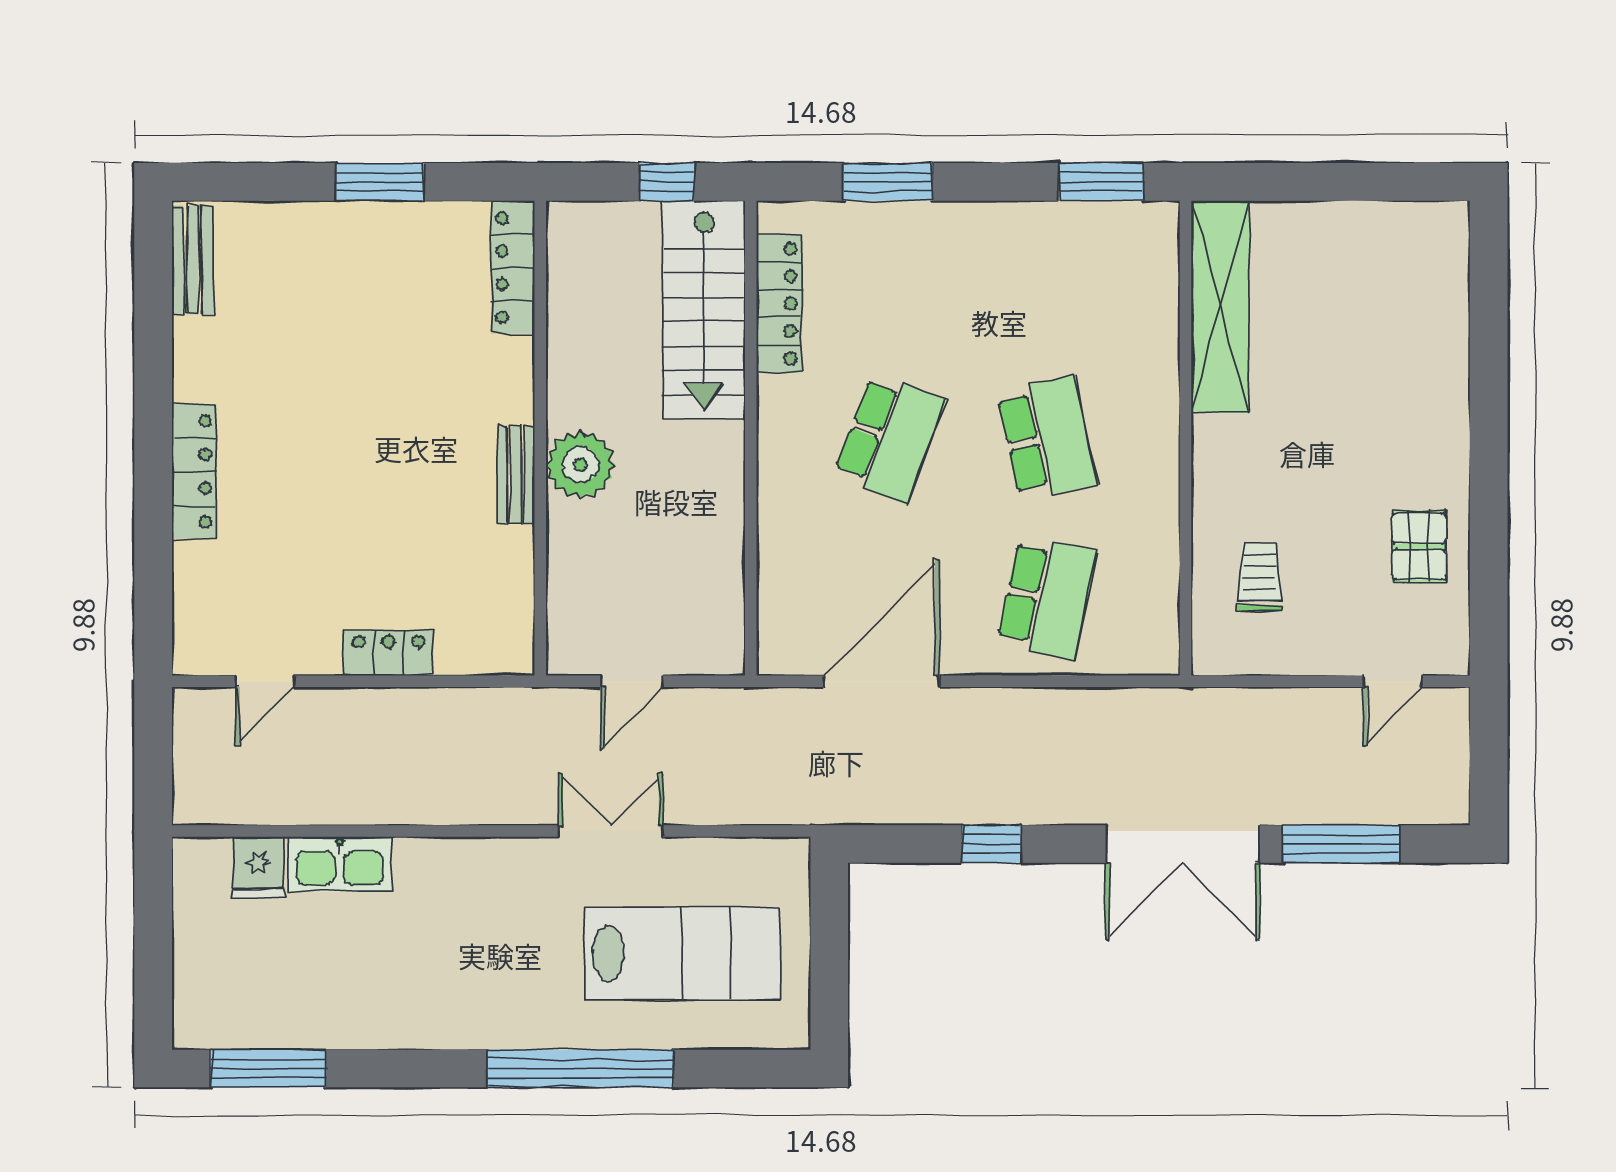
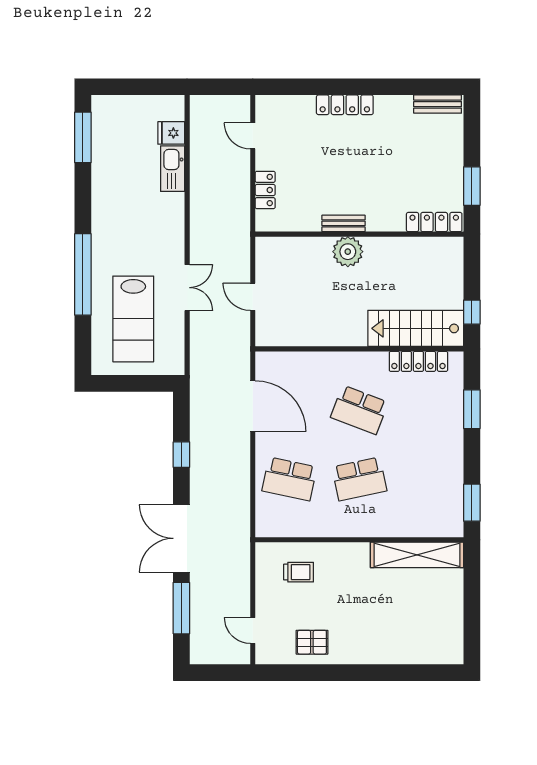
locker: (513, 268) -> (434, 222), moved
wall: (540, 438) -> (359, 234), moved
plant: (580, 465) -> (348, 252), moved
bench: (516, 474) -> (343, 223), moved

